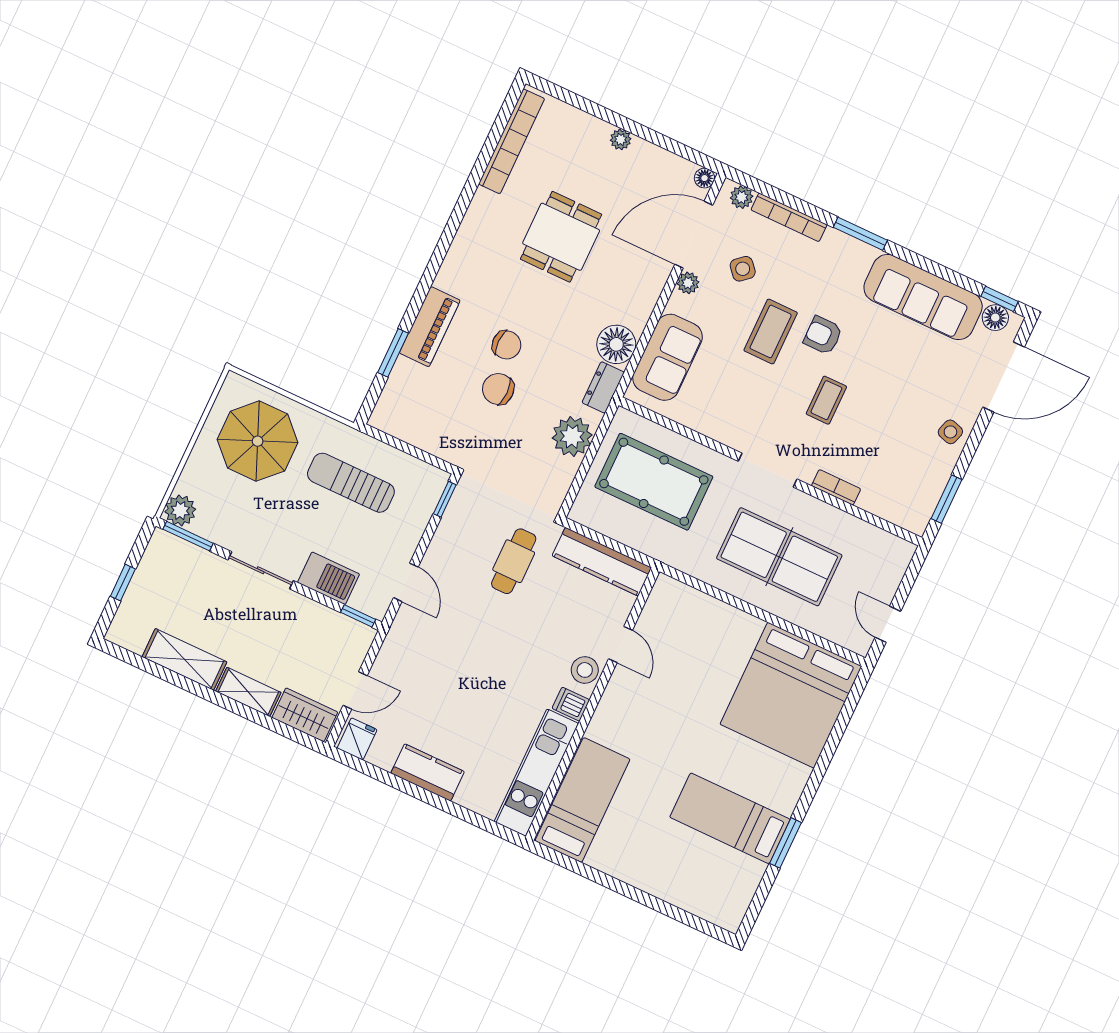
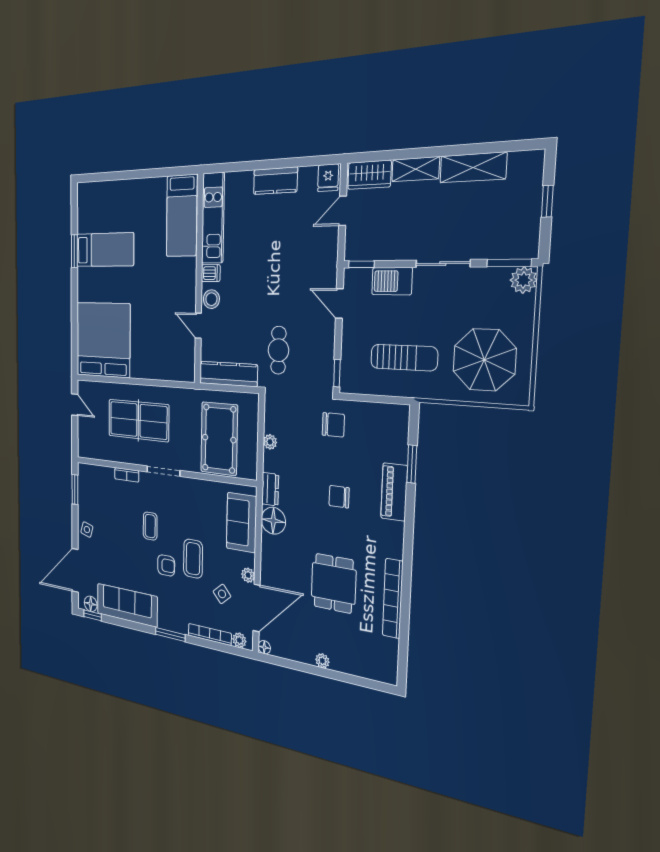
bookcase: (512, 141) -> (393, 599), moved
chair: (498, 389) -> (333, 425), moved
plant: (572, 436) -> (270, 442), width x0.53, depth x0.53
pool table: (654, 482) -> (219, 439), turned 90

